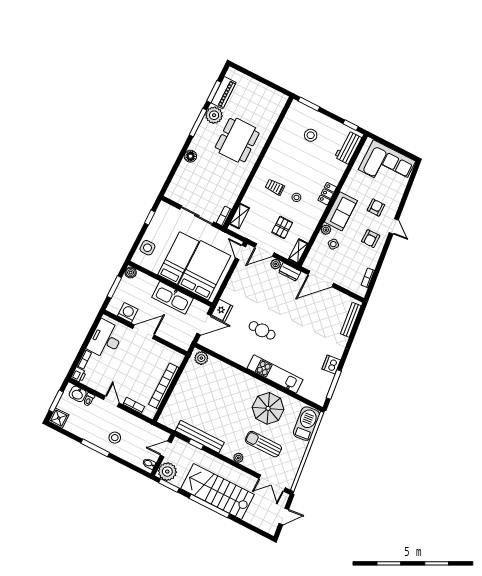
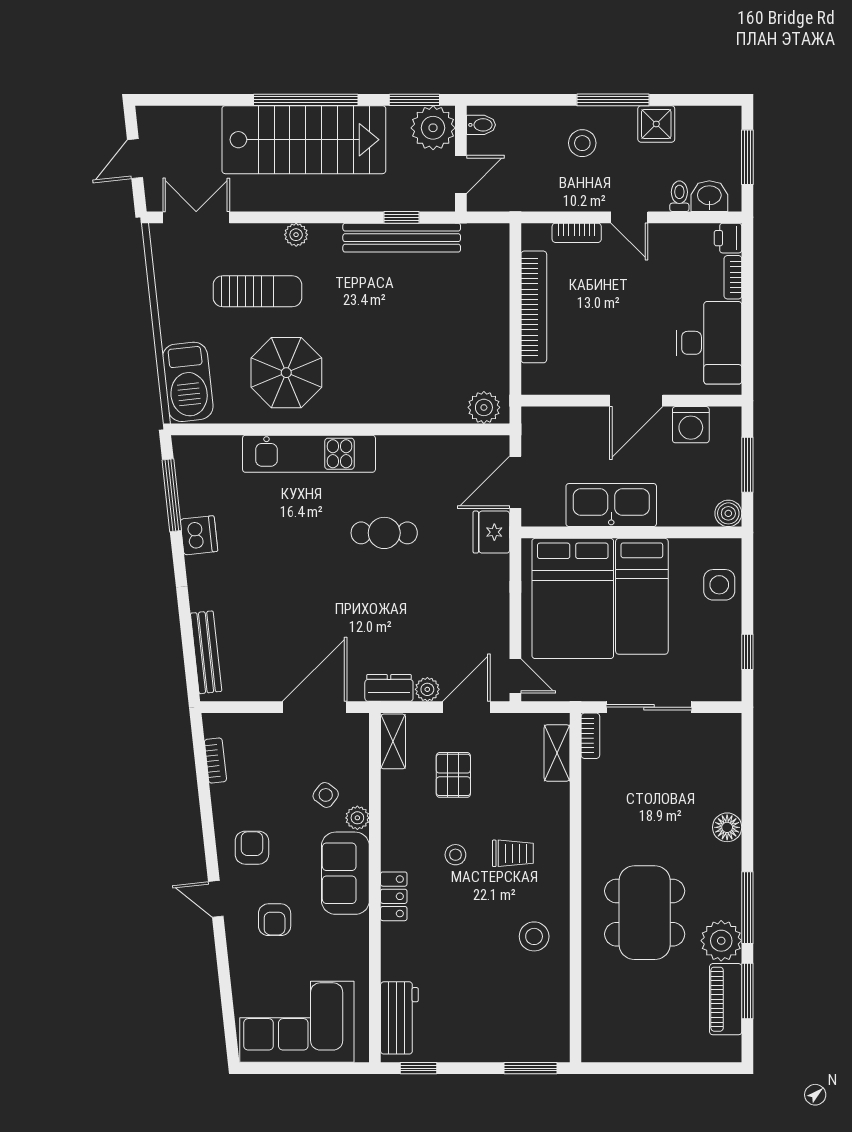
stool: (311, 135) -> (534, 936), moved
shower: (59, 418) -> (656, 124), moved

